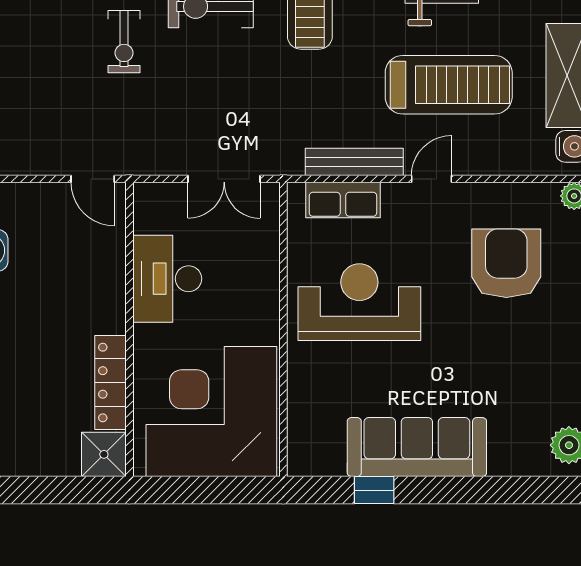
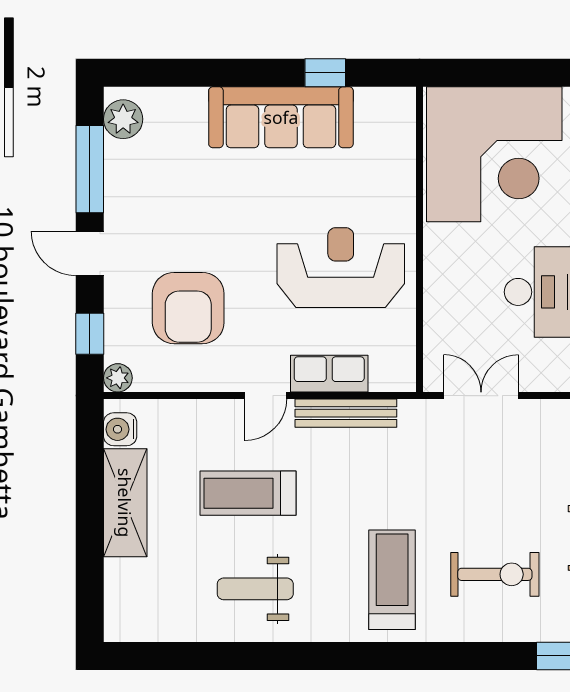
treadmill: (449, 85) -> (248, 493), width x0.73, depth x0.73
row of seats: (343, 200) -> (329, 374), moved
reception desk: (359, 302) -> (341, 268), turned 180

